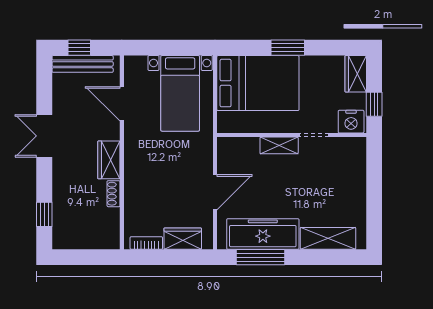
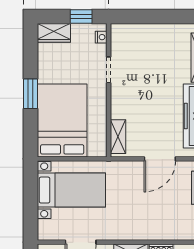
nightstand: (351, 122) -> (101, 37), width x0.53, depth x0.56
shelving: (279, 145) -> (118, 137), moved
door: (215, 192) -> (160, 159), swing flipped

